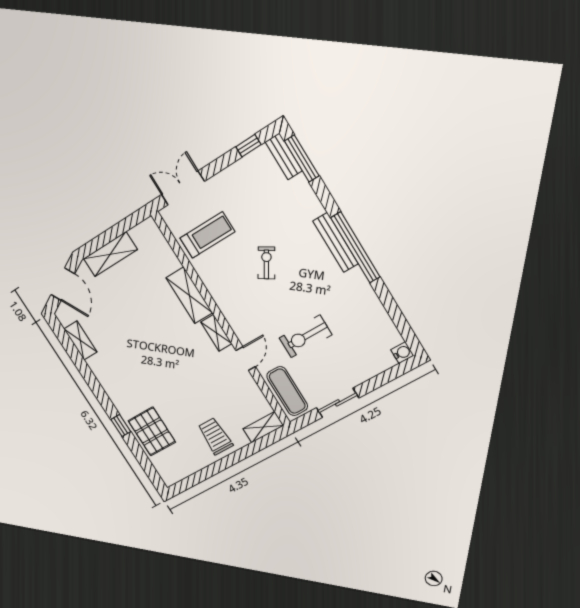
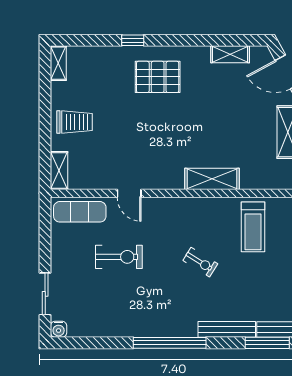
bench: (336, 242) -> (227, 329), moved
shelving: (216, 333) -> (58, 63), moved, turned 90
exercise bike: (306, 336) -> (119, 257), turned 90
sliding door: (338, 403) -> (45, 294), moved
pallet: (152, 431) -> (158, 77), moved

